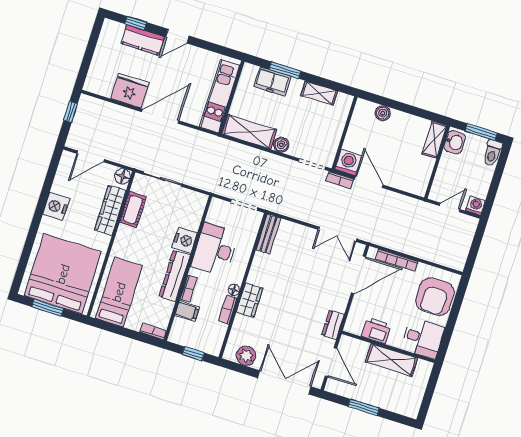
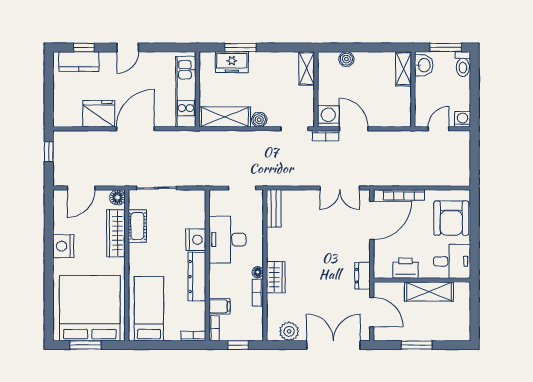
kitchen counter: (143, 40) -> (79, 62), moved
shelving: (319, 93) -> (307, 69), moved, turned 90
bookcase: (189, 288) -> (214, 328), moved

